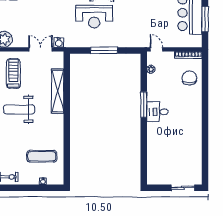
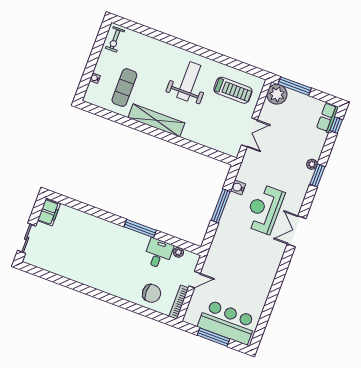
water cooler: (59, 42) -> (238, 187), moved
door: (156, 49) -> (195, 280), moved
shelving: (58, 91) -> (156, 120), moved
desk: (157, 112) -> (158, 254), moved
filing cabinet: (157, 178) -> (49, 212), added

